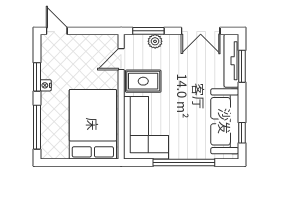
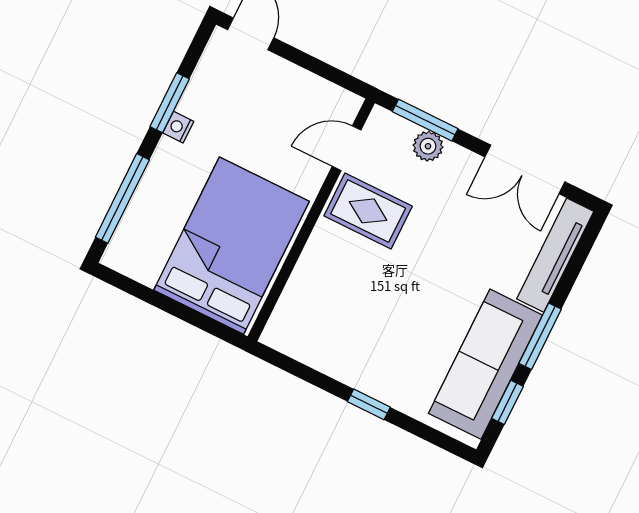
window: (242, 66) -> (540, 336), moved
corner sofa: (146, 128) -> (329, 303), removed
window: (184, 163) -> (369, 404), width x0.32

